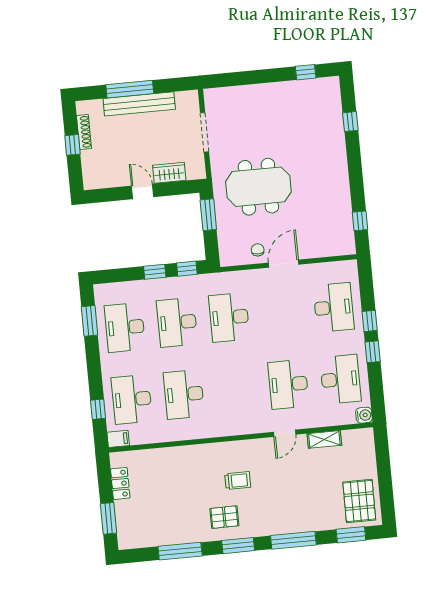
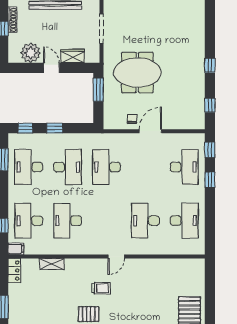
window: (350, 122) -> (210, 65), moved
plant: (113, 174) -> (31, 53), added
window: (187, 269) -> (25, 128), moved
desk: (177, 322) -> (68, 167), turned 180
window: (373, 352) -> (210, 150), moved
water cooler: (364, 415) -> (199, 249), removed
door: (285, 433) -> (116, 257), moved
shelving: (324, 439) -> (52, 264), moved
locker: (120, 483) -> (14, 271), moved

